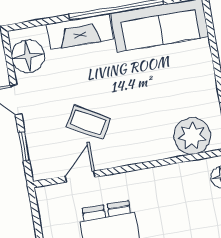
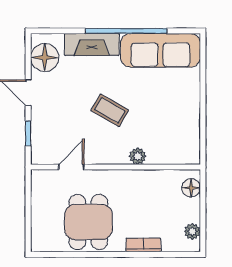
coffee table: (88, 122) -> (110, 110), moved
plant: (192, 136) -> (138, 156), moved, width x0.53, depth x0.53

